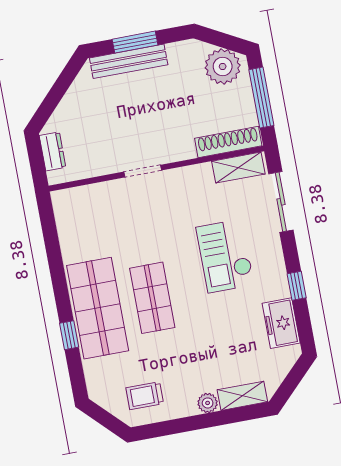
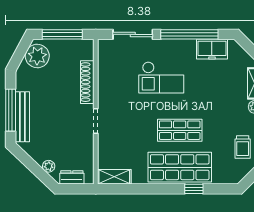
window: (135, 42) -> (11, 110), width x1.44
plant: (63, 114) -> (49, 166), added
shoe rack: (228, 142) -> (87, 82), moved
shelving: (238, 168) -> (114, 177), moved, turned 90
window: (297, 286) -> (189, 34), width x3.17

